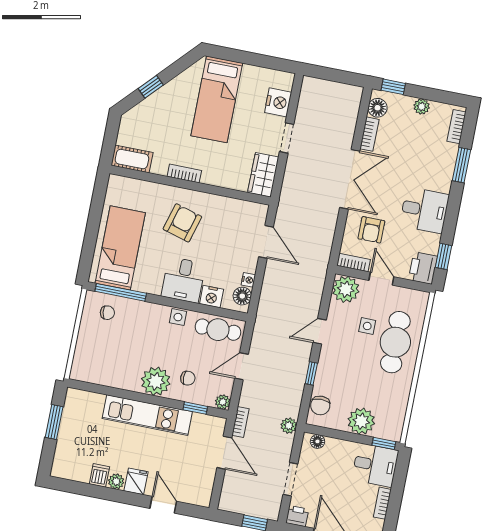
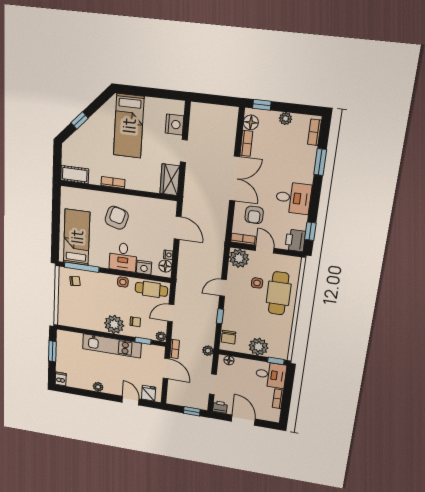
dishwasher: (99, 475) -> (61, 379), moved
fridge: (136, 481) -> (149, 393), moved

